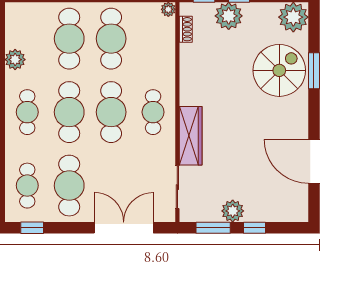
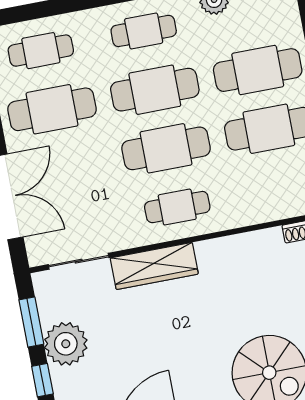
plant: (233, 211) -> (66, 344), width x1.36, depth x1.36

